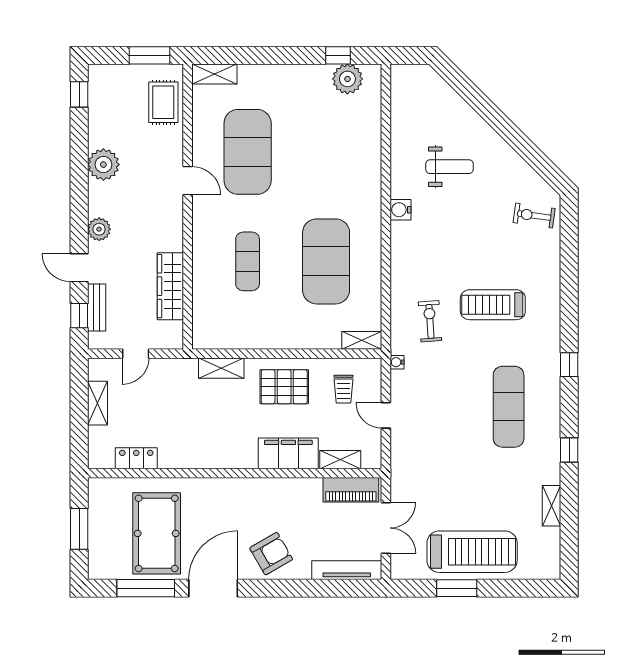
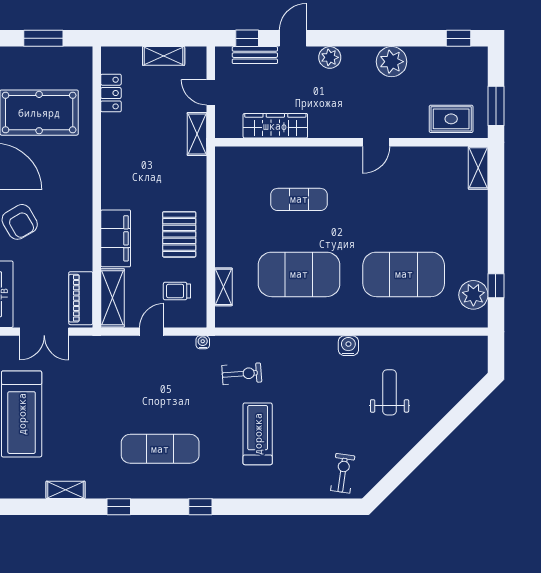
exercise mat: (248, 152) -> (404, 274), moved
weight bench: (449, 167) -> (390, 392), turned 180
shelving: (362, 340) -> (223, 287), moved
shelving: (221, 368) -> (197, 134), moved
shelving: (340, 460) -> (113, 298), width x1.50, depth x1.33

